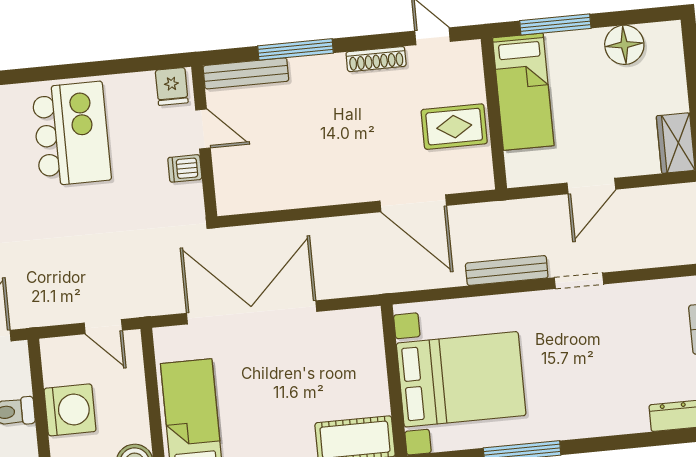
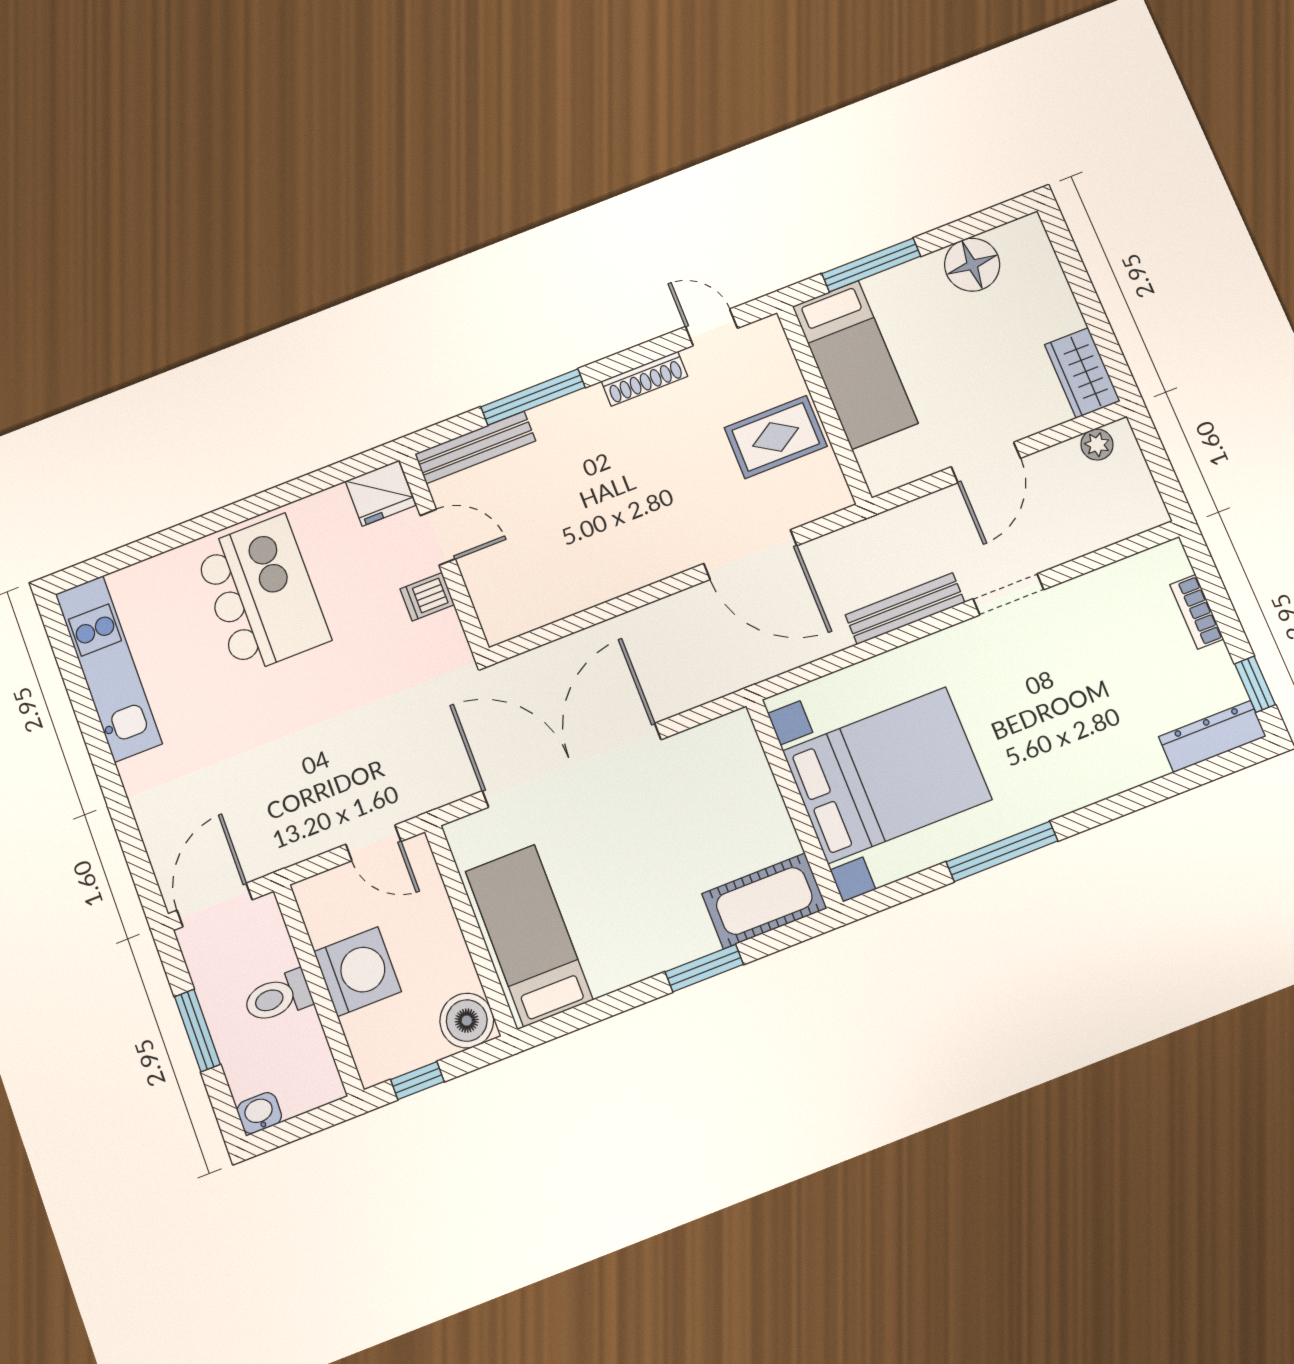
fridge: (172, 87) -> (380, 493), width x1.38
plant: (670, 196) -> (1097, 445), added

